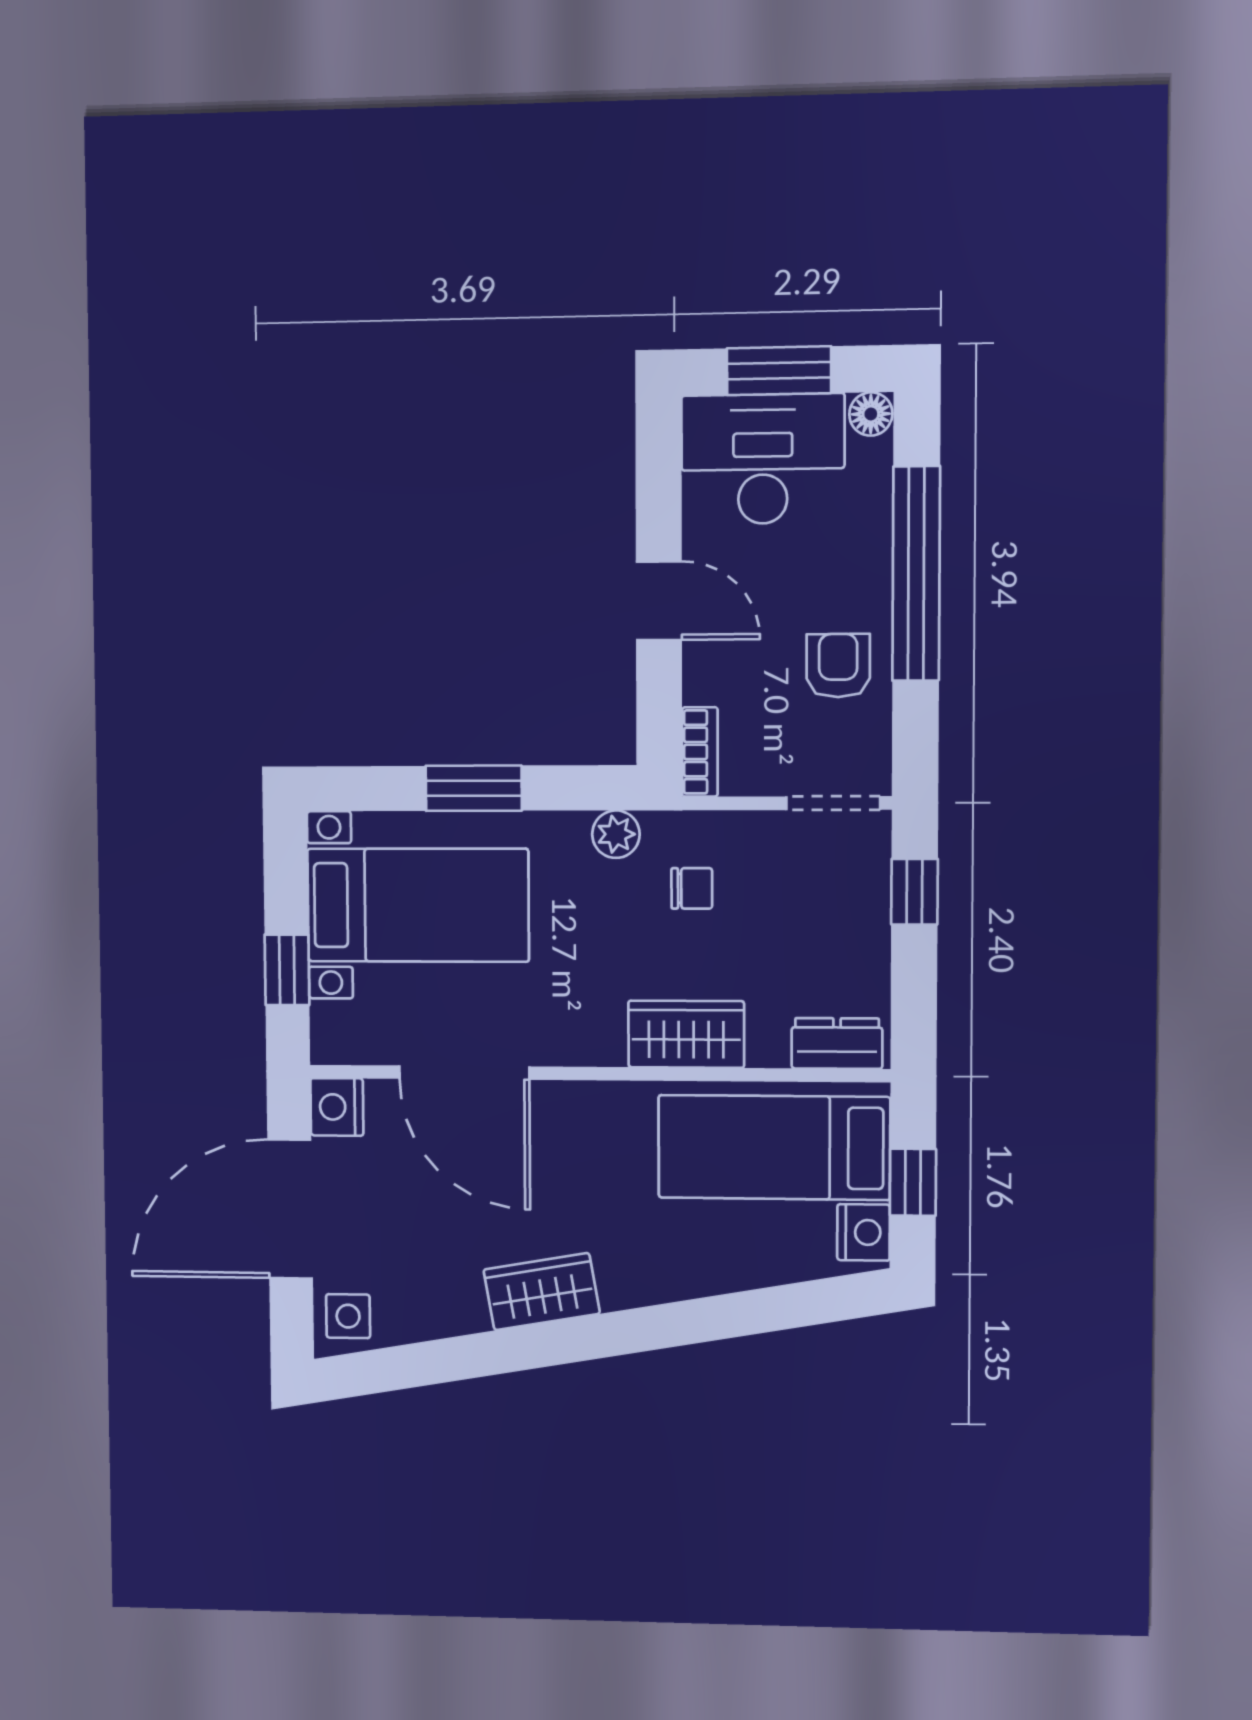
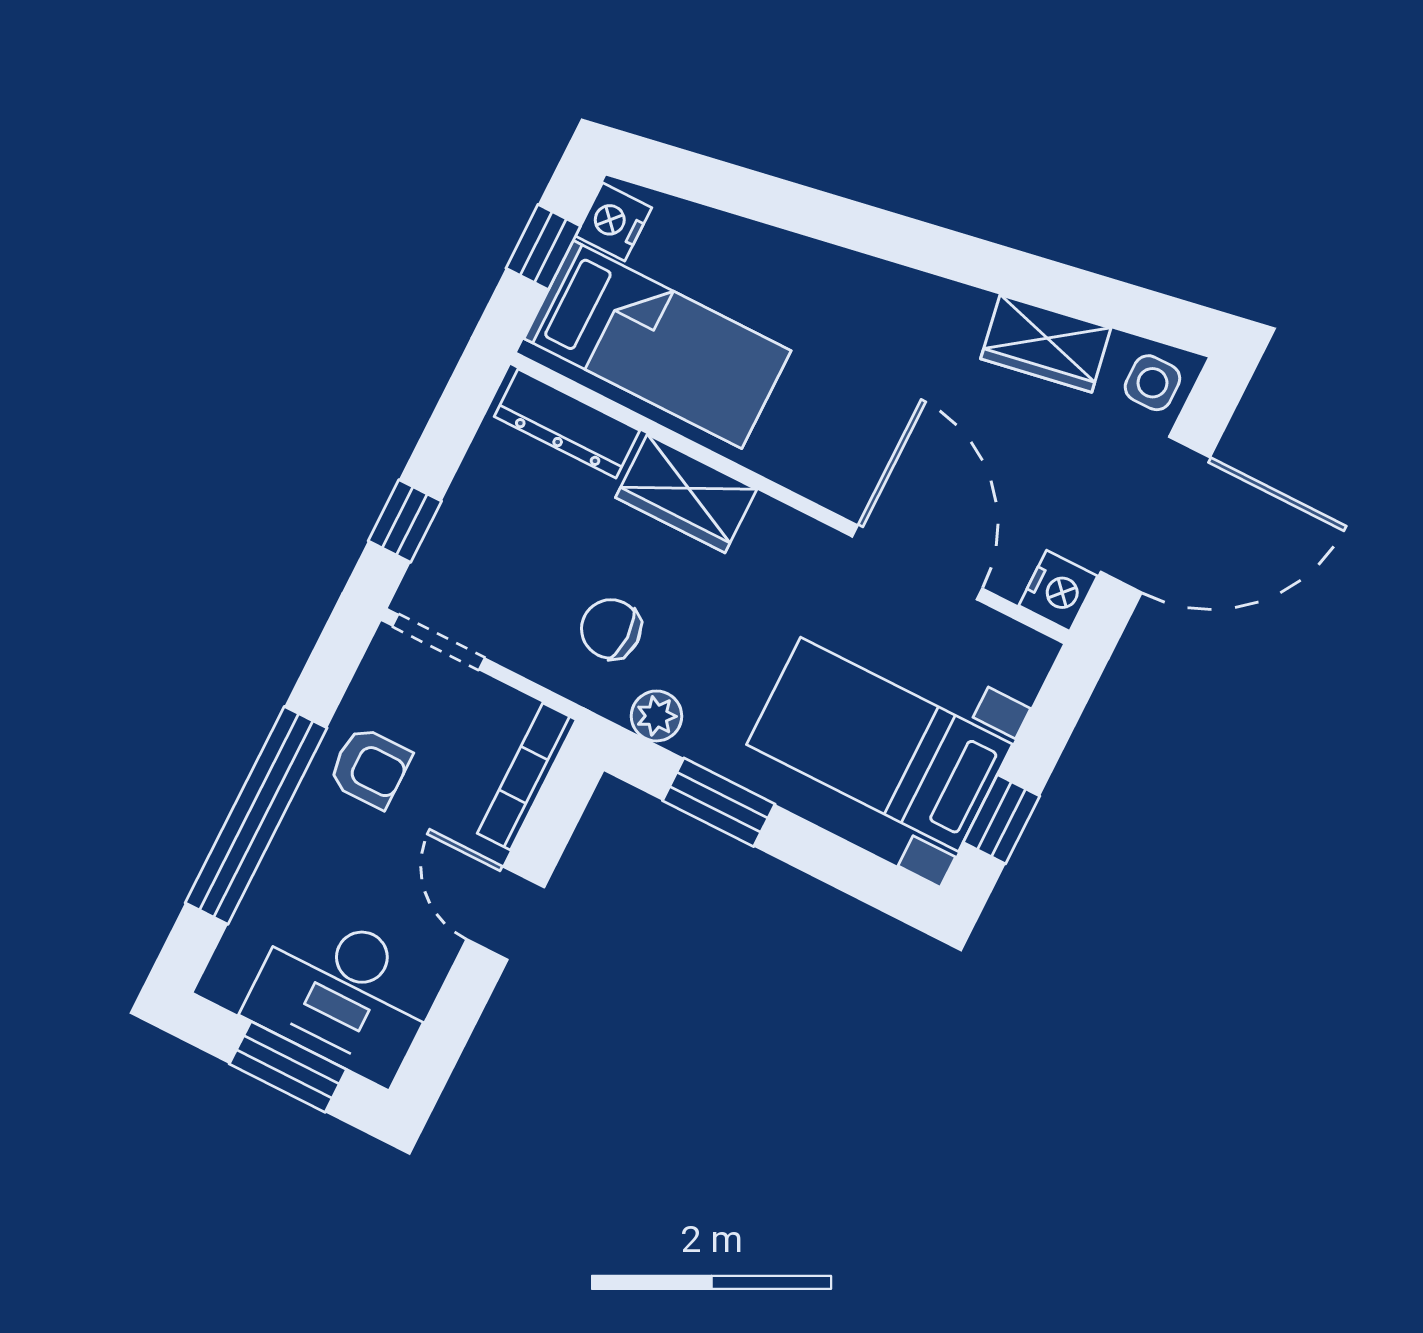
floor lamp: (871, 414) -> (224, 983), removed
armchair: (838, 666) -> (370, 767), turned -90
bookcase: (700, 752) -> (527, 776), width x1.56
window: (474, 788) -> (719, 802), moved
chair: (692, 888) -> (611, 629), width x1.37, depth x1.37
window: (287, 970) -> (1001, 819), moved
dresser: (837, 1043) -> (567, 423), width x1.44
wardrobe: (542, 1292) -> (1046, 343), moved

